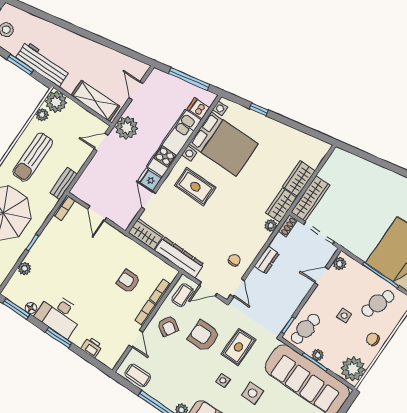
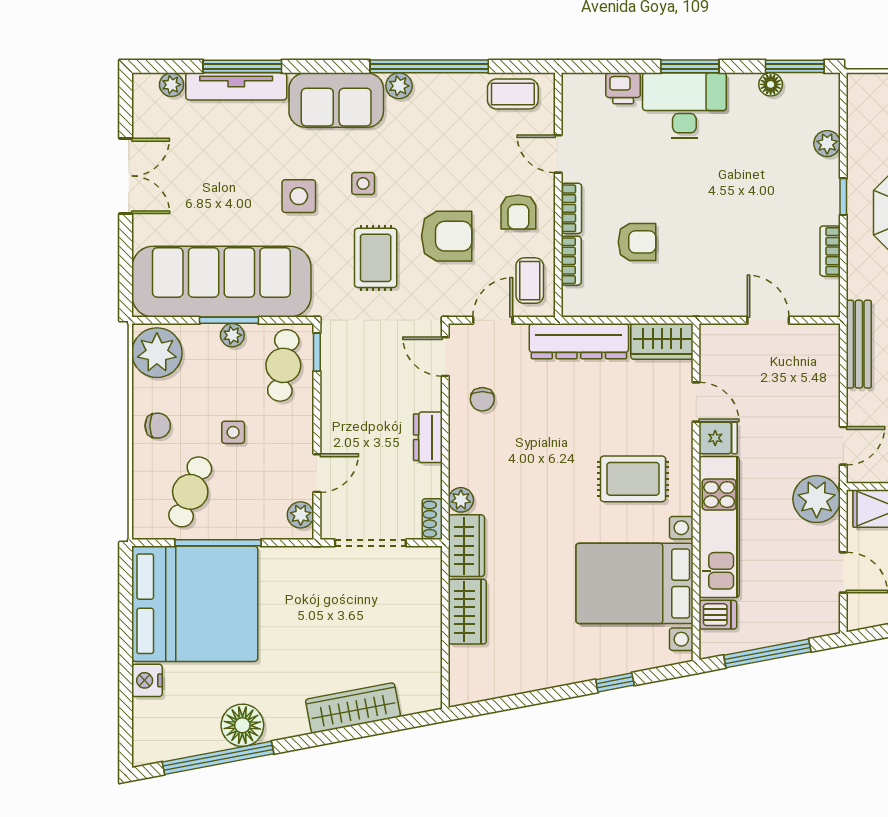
bench: (64, 183) -> (859, 344), width x1.36
wardrobe: (310, 199) -> (353, 708), moved, turned 79
bookcase: (64, 208) -> (830, 251), moved
desk: (59, 315) -> (684, 105), moved
armchair: (168, 326) -> (518, 212), turned -123

